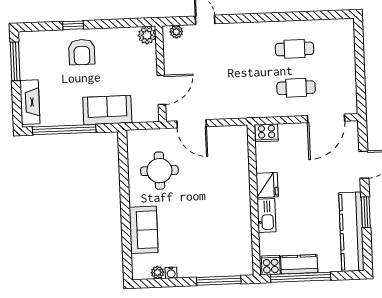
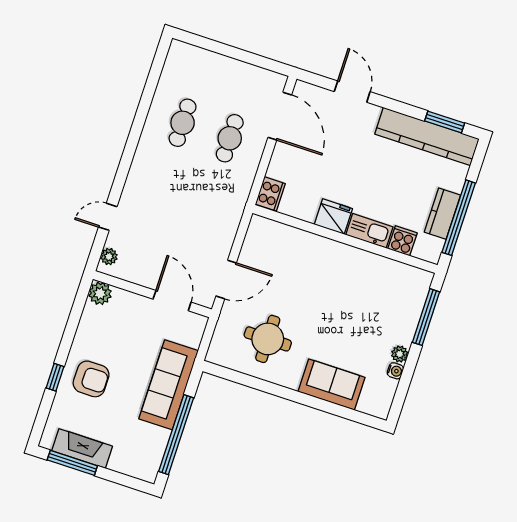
fireplace: (30, 102) -> (82, 448), moved
sofa: (107, 110) -> (169, 385), width x1.36
window: (366, 212) -> (445, 122), moved
cooker: (271, 265) -> (403, 241), moved, turned 90
plant: (157, 272) -> (400, 354), moved

